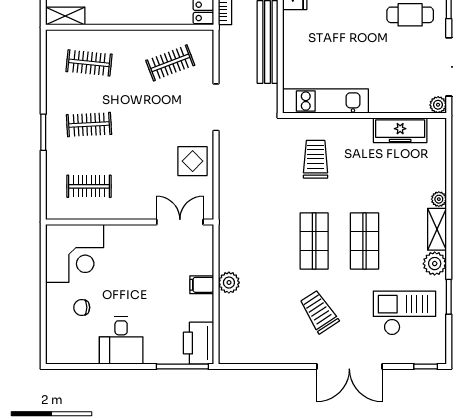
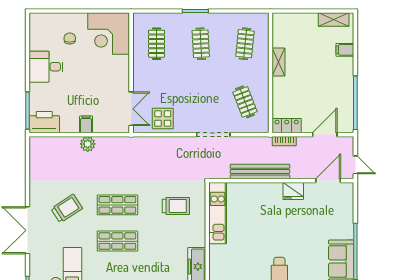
shelving: (65, 16) -> (279, 62), moved
display table: (193, 161) -> (163, 119), moved

